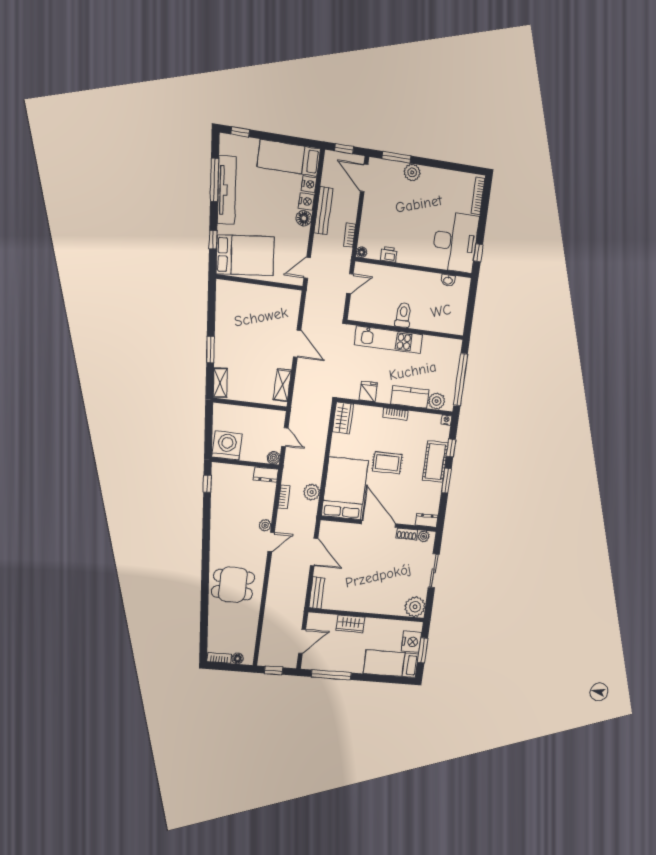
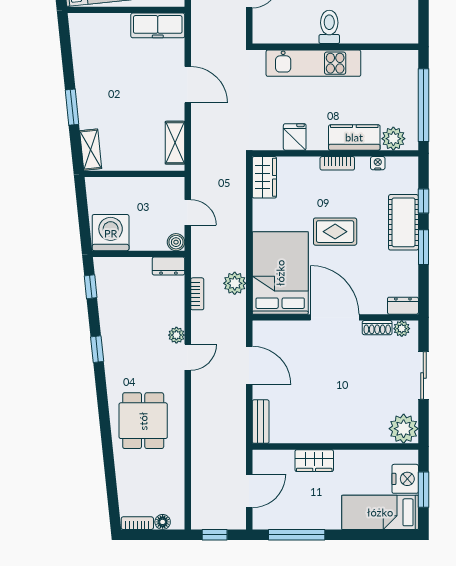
freezer: (281, 297) -> (158, 25), added
nightstand: (446, 420) -> (378, 163), moved
window: (206, 530) -> (97, 349), added
dining table: (233, 585) -> (143, 421), turned 90

